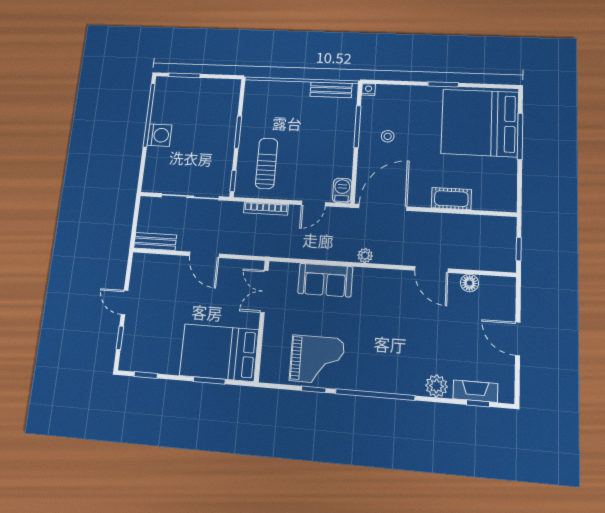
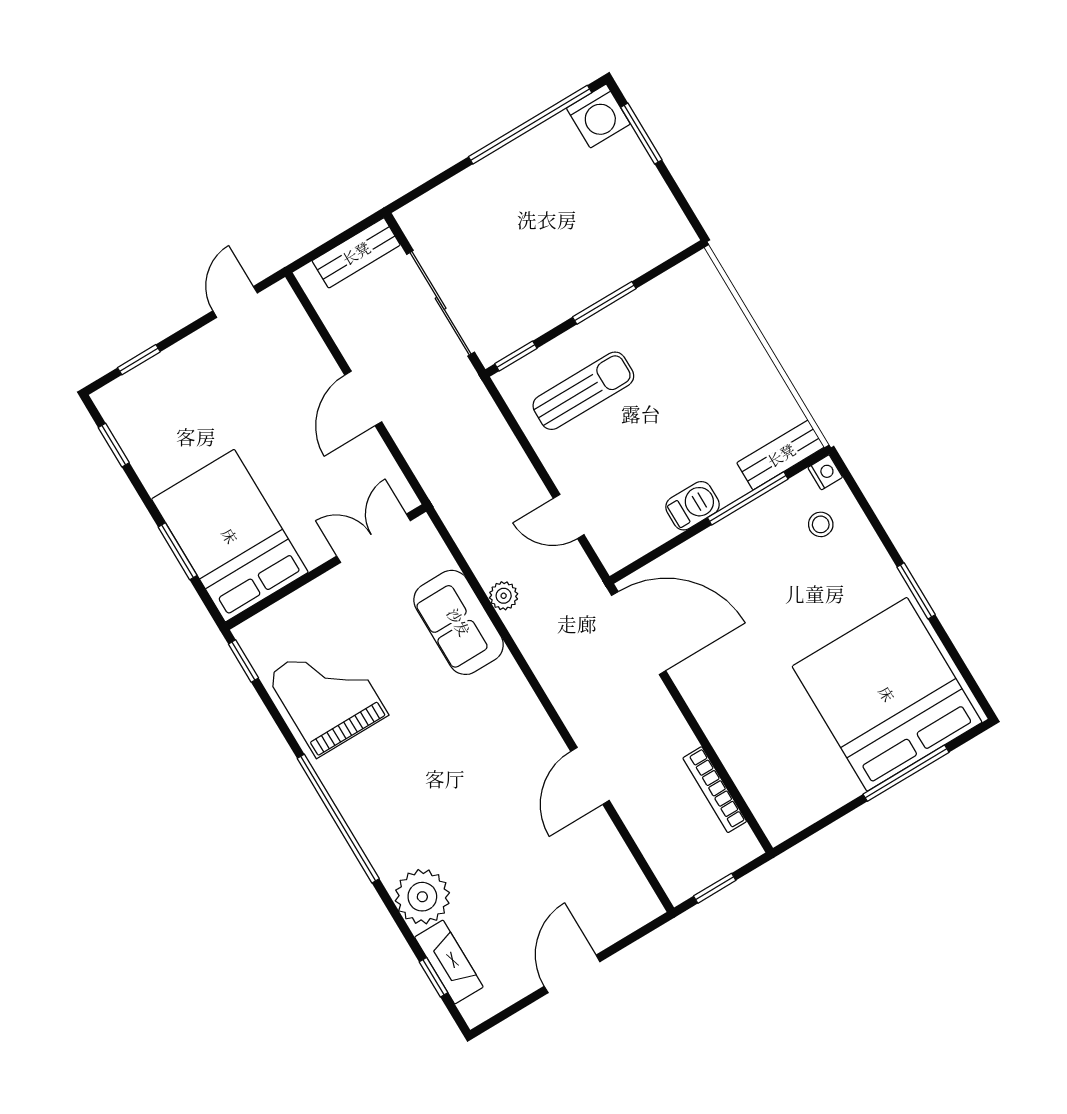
bench: (331, 90) -> (781, 455), moved, turned 90
washing machine: (159, 135) -> (598, 116), moved
stool: (388, 136) -> (821, 524), moved
barbecue: (342, 191) -> (692, 506), moved
cot: (451, 199) -> (727, 732), removed
bookcase: (266, 209) -> (715, 790), moved
bench: (155, 241) -> (356, 253), moved, turned 90
plant: (365, 255) -> (504, 596), moved
floor lamp: (469, 283) -> (609, 848), removed
door: (125, 302) -> (235, 302), moved
grand piano: (317, 360) -> (327, 695), turned 180
plant: (436, 386) -> (422, 897), width x1.36, depth x1.36
window: (314, 389) -> (243, 661), moved

